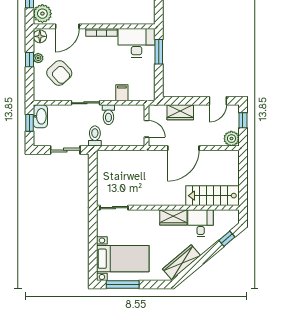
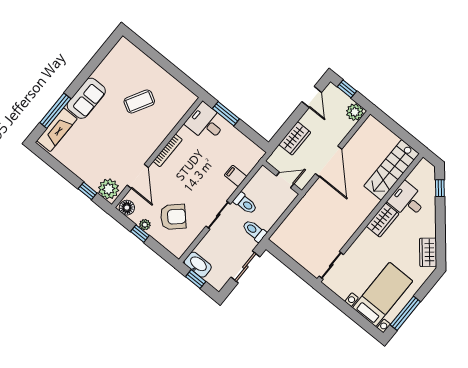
desk: (137, 43) -> (206, 123), width x0.73
wardrobe: (181, 262) -> (428, 252), width x0.67

